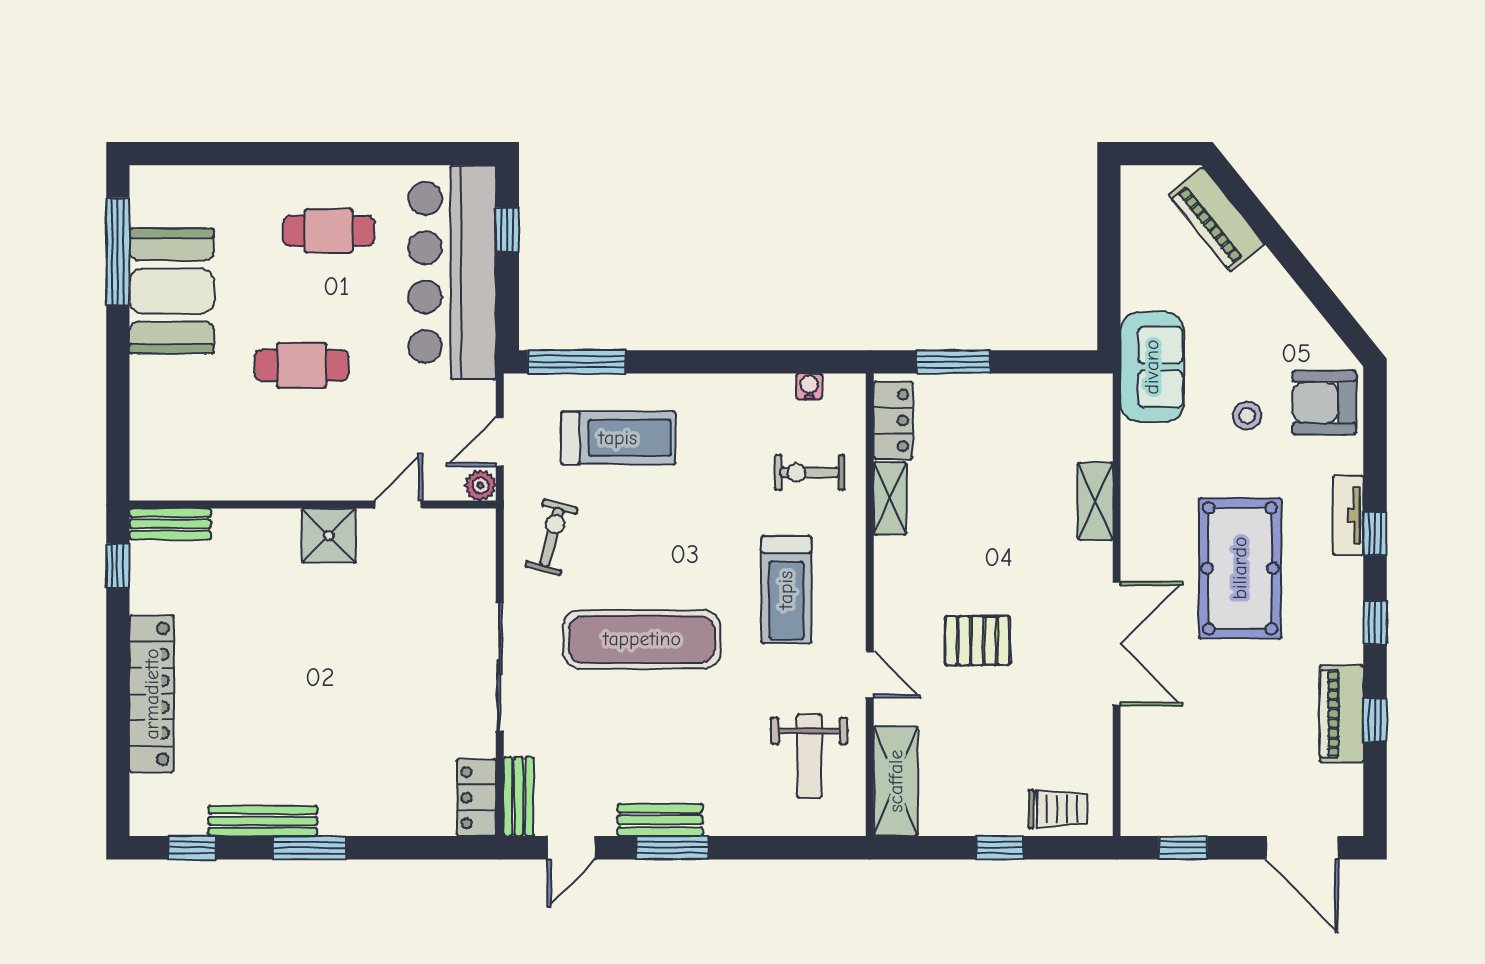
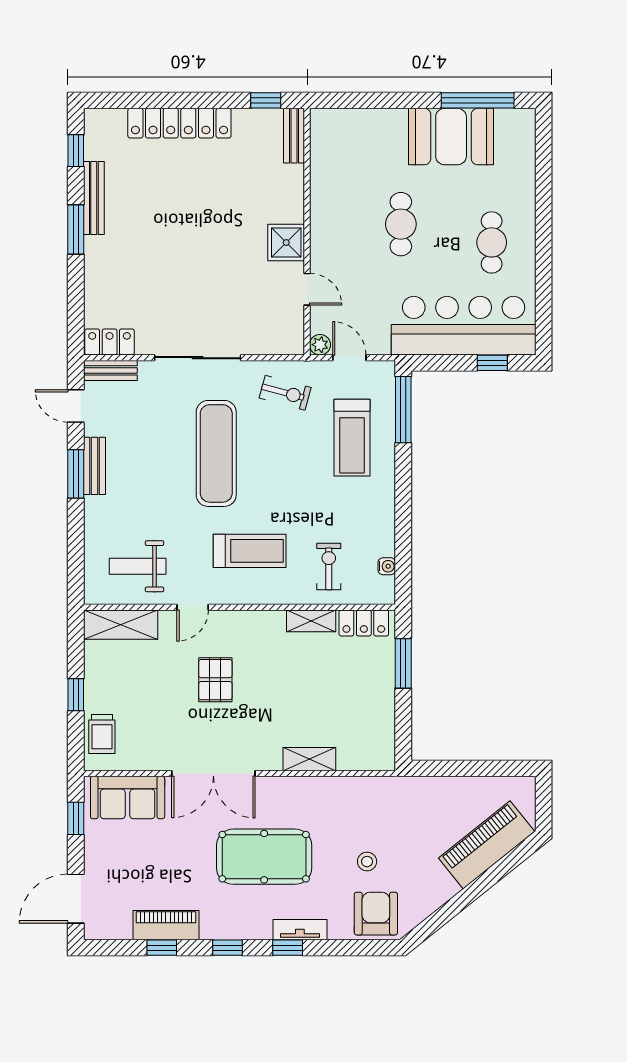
piano: (1217, 220) -> (487, 845), width x1.37, depth x1.33
sofa: (1152, 367) -> (128, 798), moved
treadmill: (786, 590) -> (250, 551), turned 180

